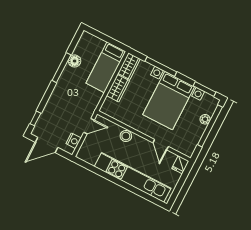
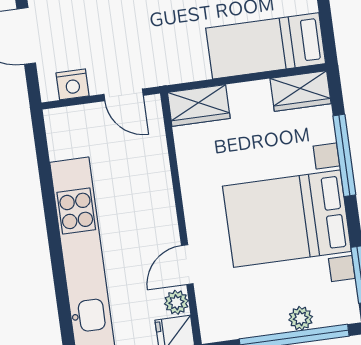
wardrobe: (118, 88) -> (199, 105), moved
stool: (126, 136) -> (156, 183), removed
plant: (171, 157) -> (176, 302), added

